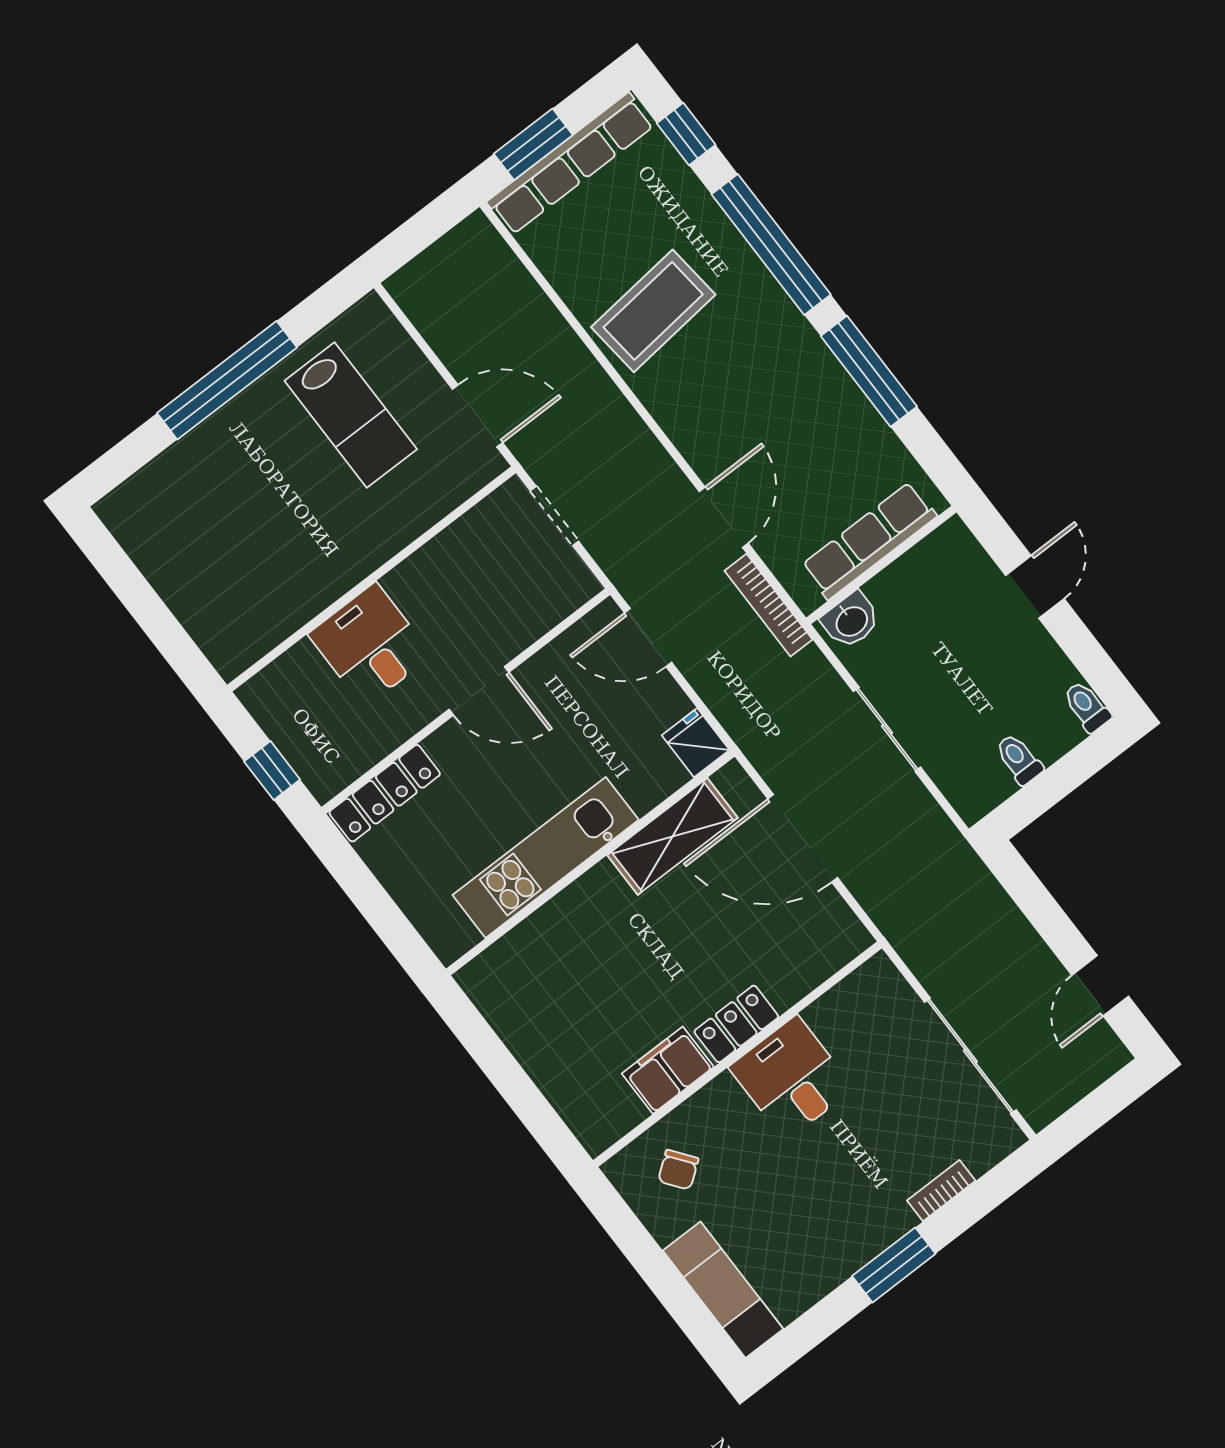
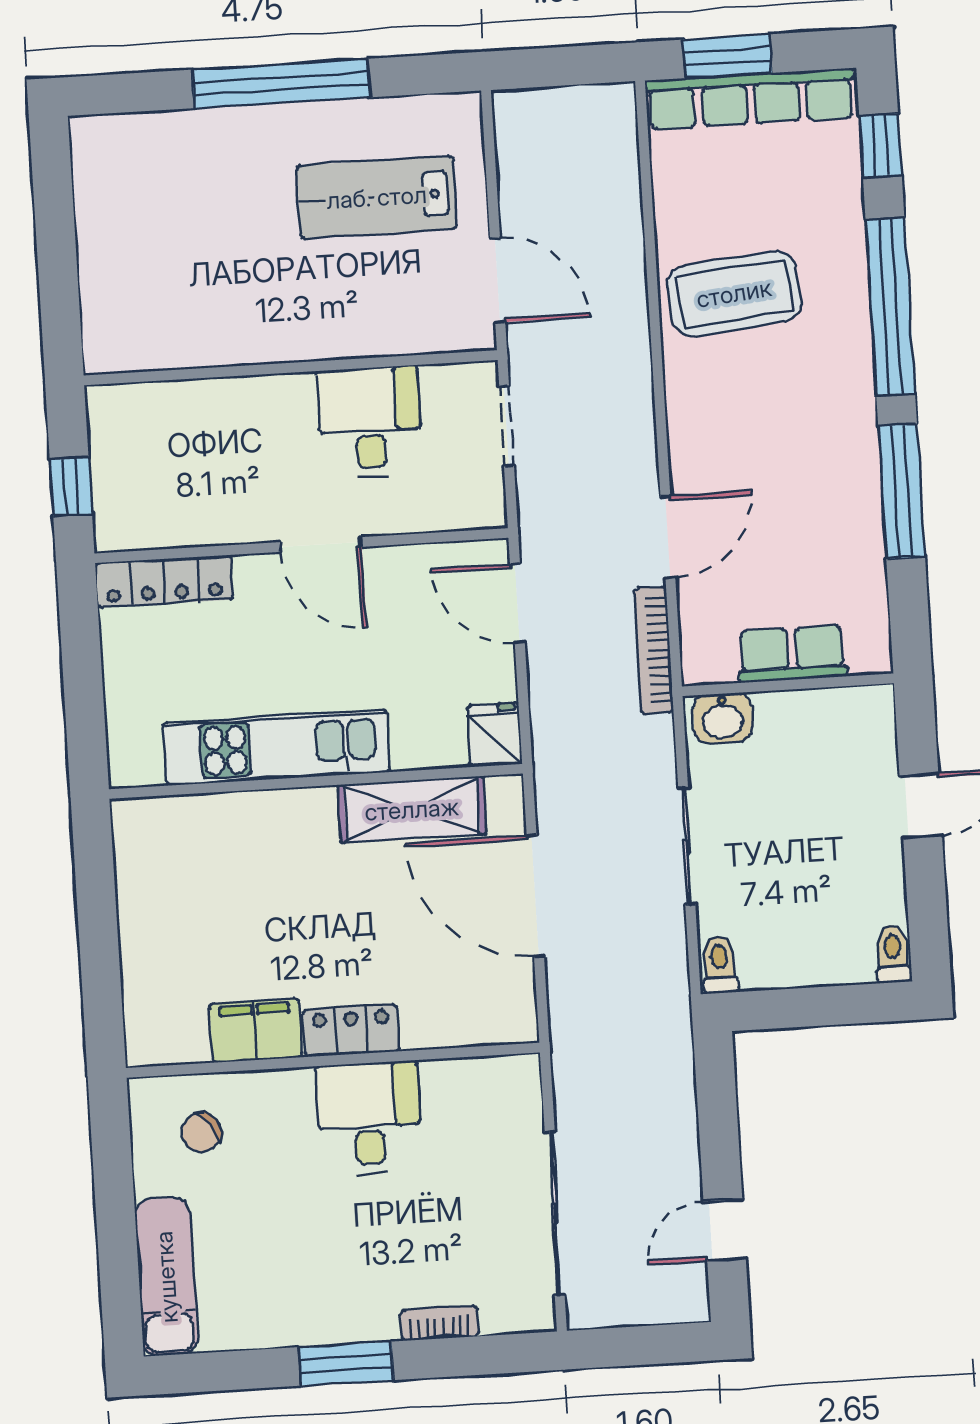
lab bench: (351, 415) -> (377, 197), turned 90
row of seats: (869, 541) -> (792, 654), width x0.68
desk: (370, 645) -> (370, 422), moved
toilet: (1019, 759) -> (720, 965), moved

